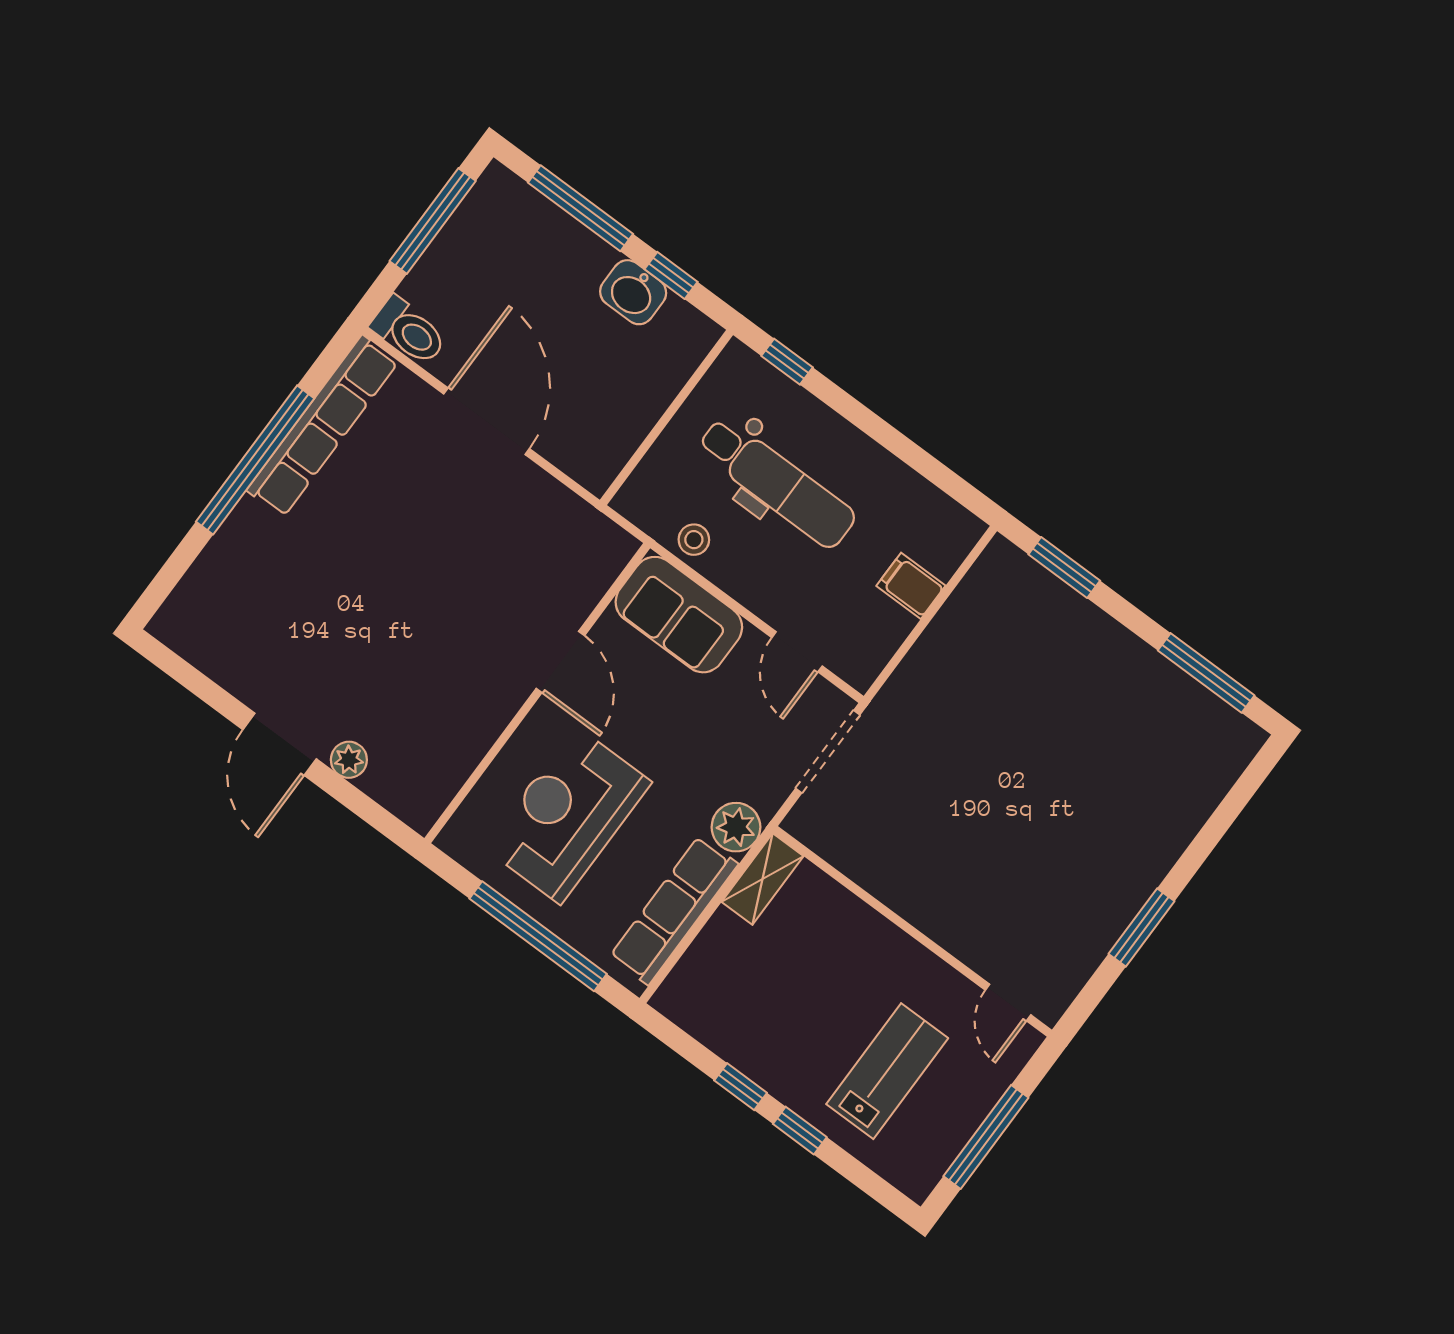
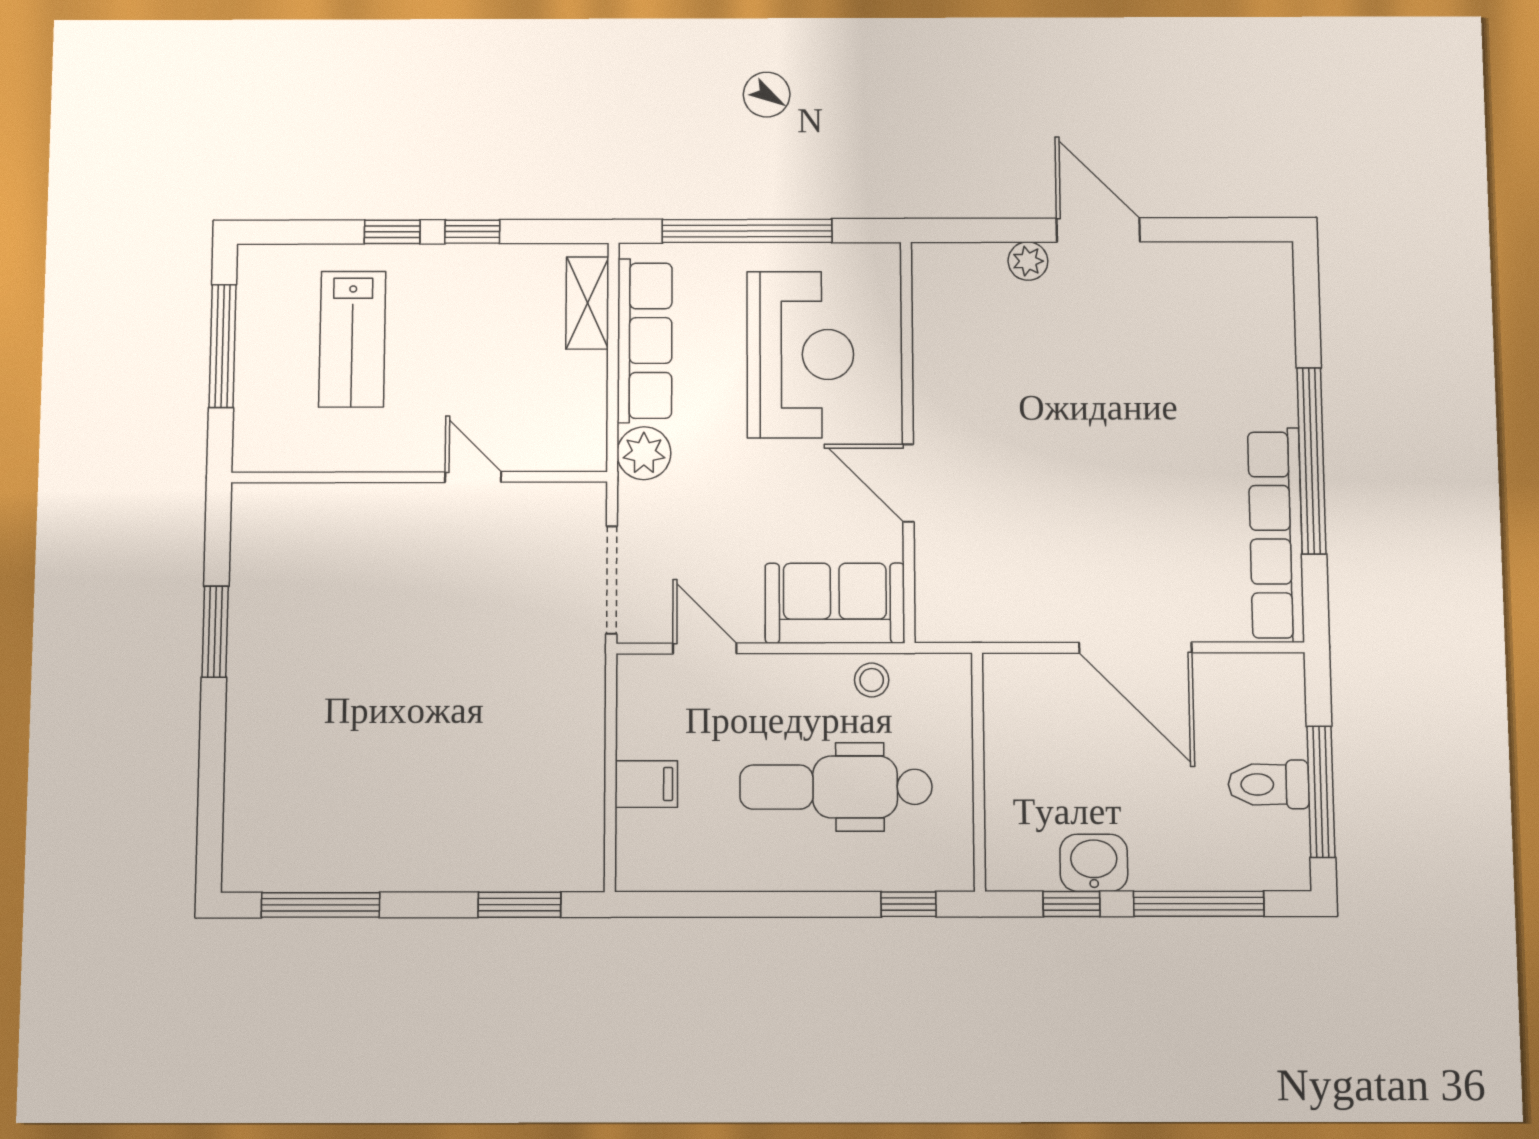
toilet: (409, 331) -> (1269, 784), moved
shelving: (763, 879) -> (587, 303), moved
door: (1008, 1002) -> (473, 477), moved

